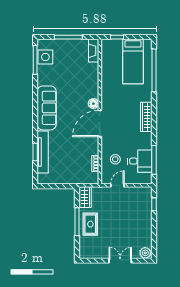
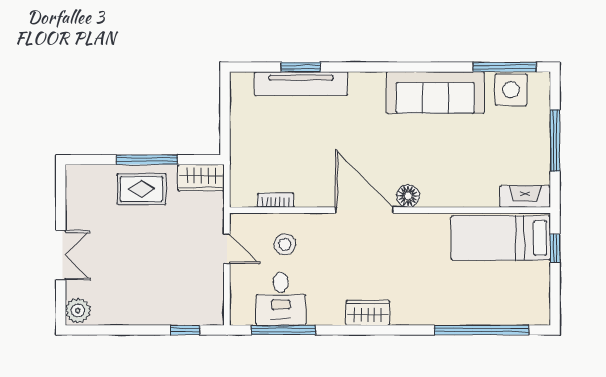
bed: (133, 62) -> (501, 238), moved
sofa: (47, 108) -> (435, 93), moved
wardrobe: (146, 117) -> (368, 313), width x0.67

